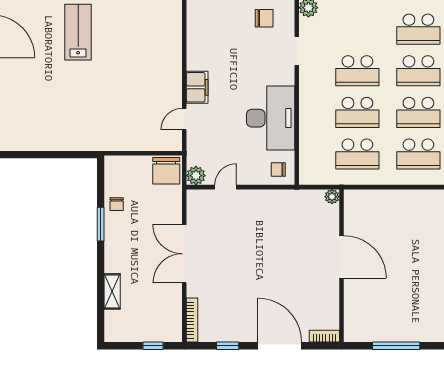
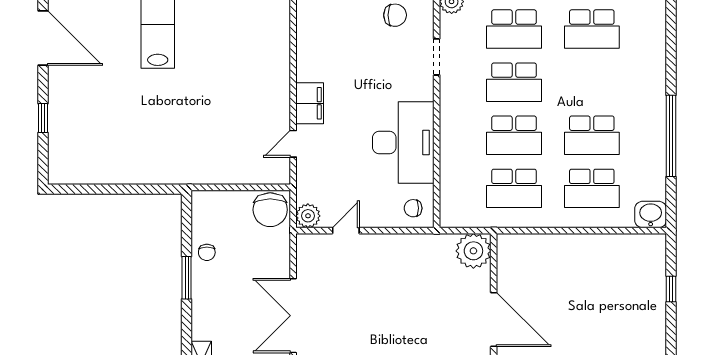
school desk: (418, 71) -> (514, 29), moved
plant: (332, 197) -> (473, 251), width x1.88, depth x1.88

